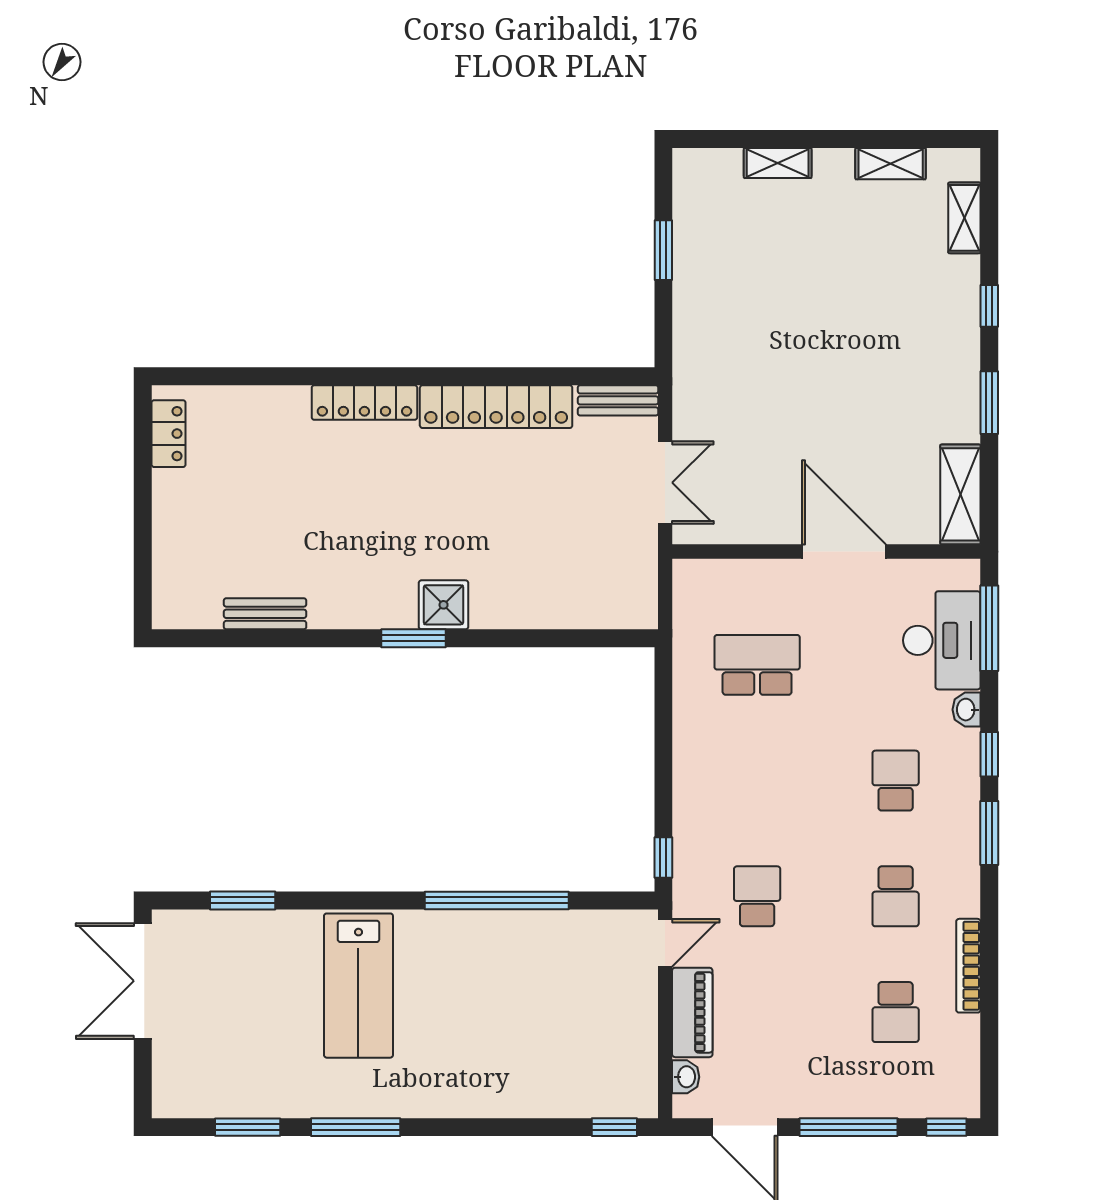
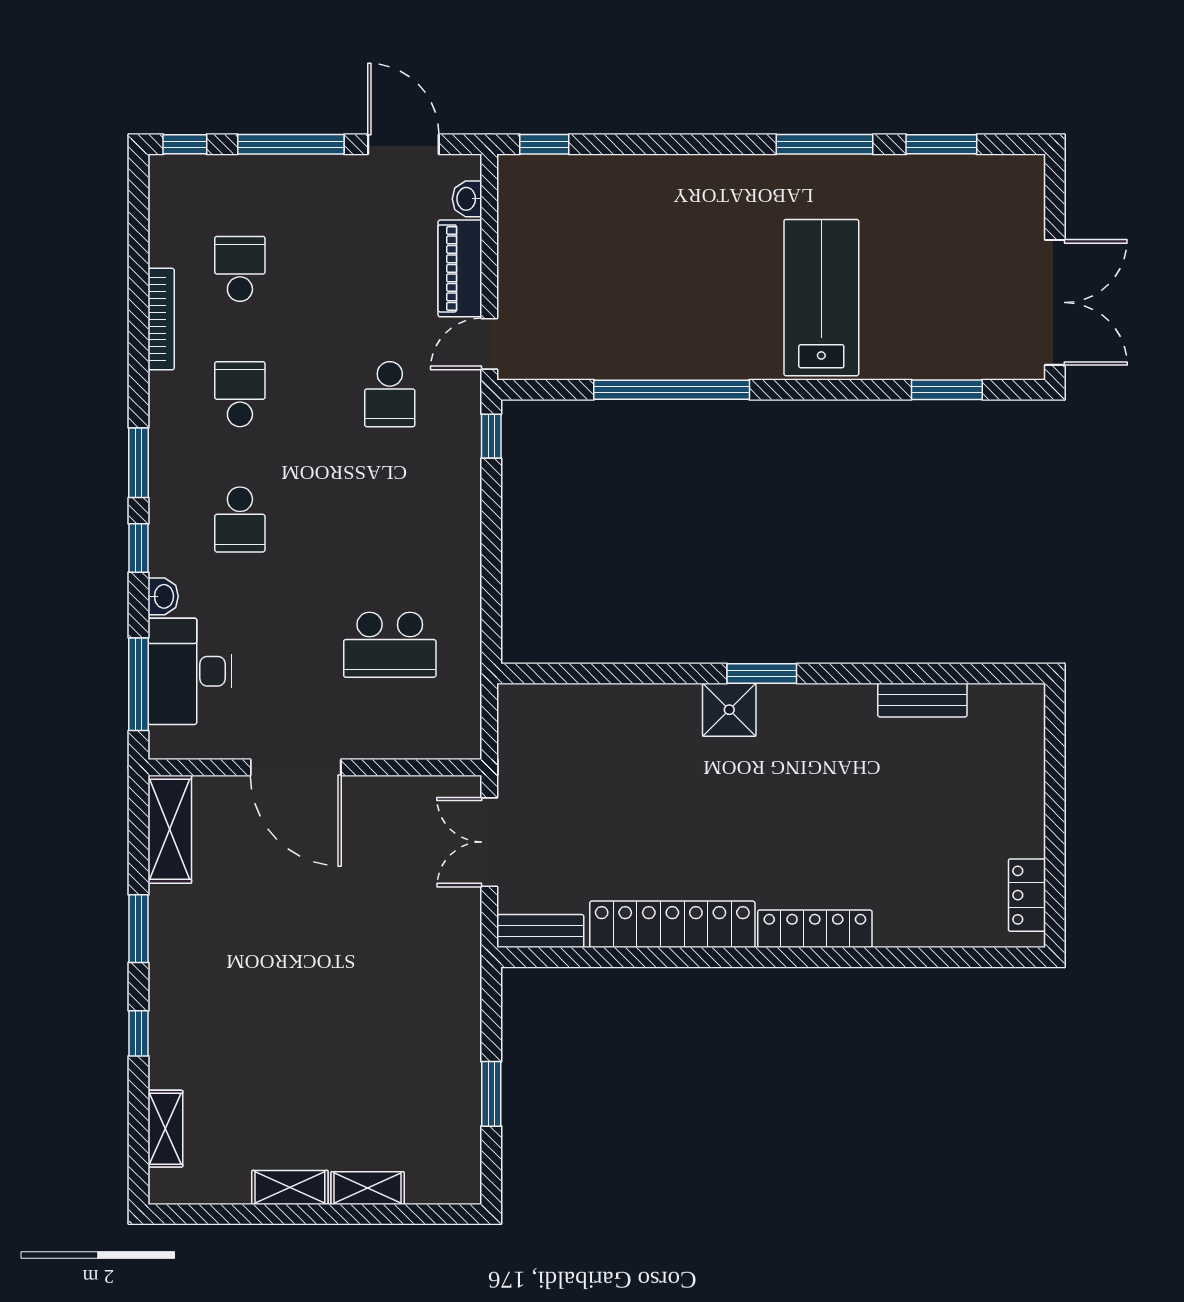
shelving: (891, 164) -> (290, 1187), moved

